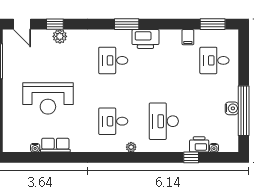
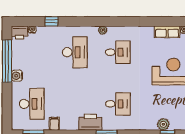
desk: (214, 60) -> (32, 104), width x1.37
water cooler: (232, 108) -> (17, 76), moved
printer: (199, 144) -> (20, 32), moved

